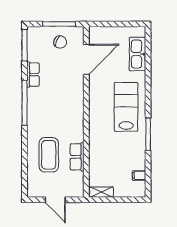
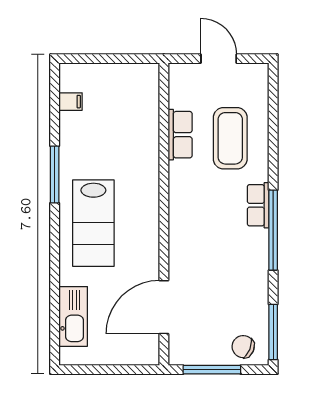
chair: (60, 42) -> (243, 347), moved
row of seats: (33, 75) -> (258, 205), moved
shelving: (101, 192) -> (137, 72), removed

